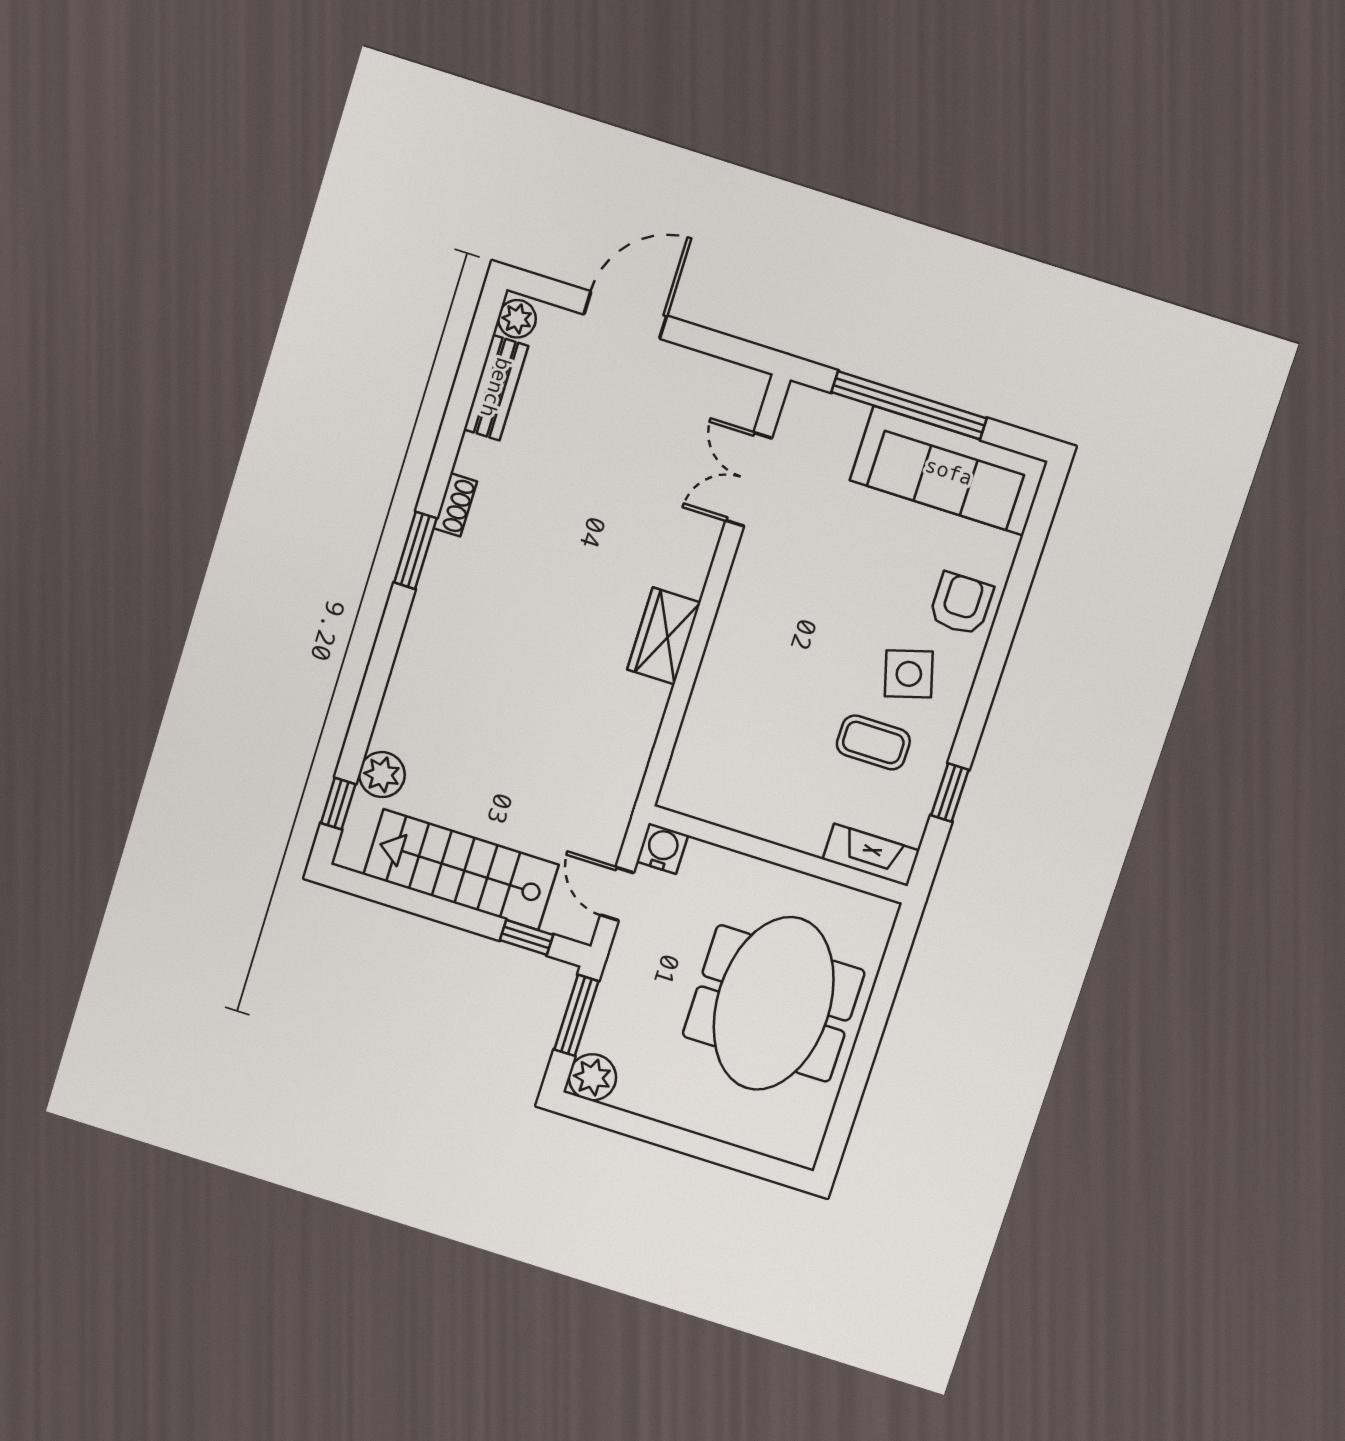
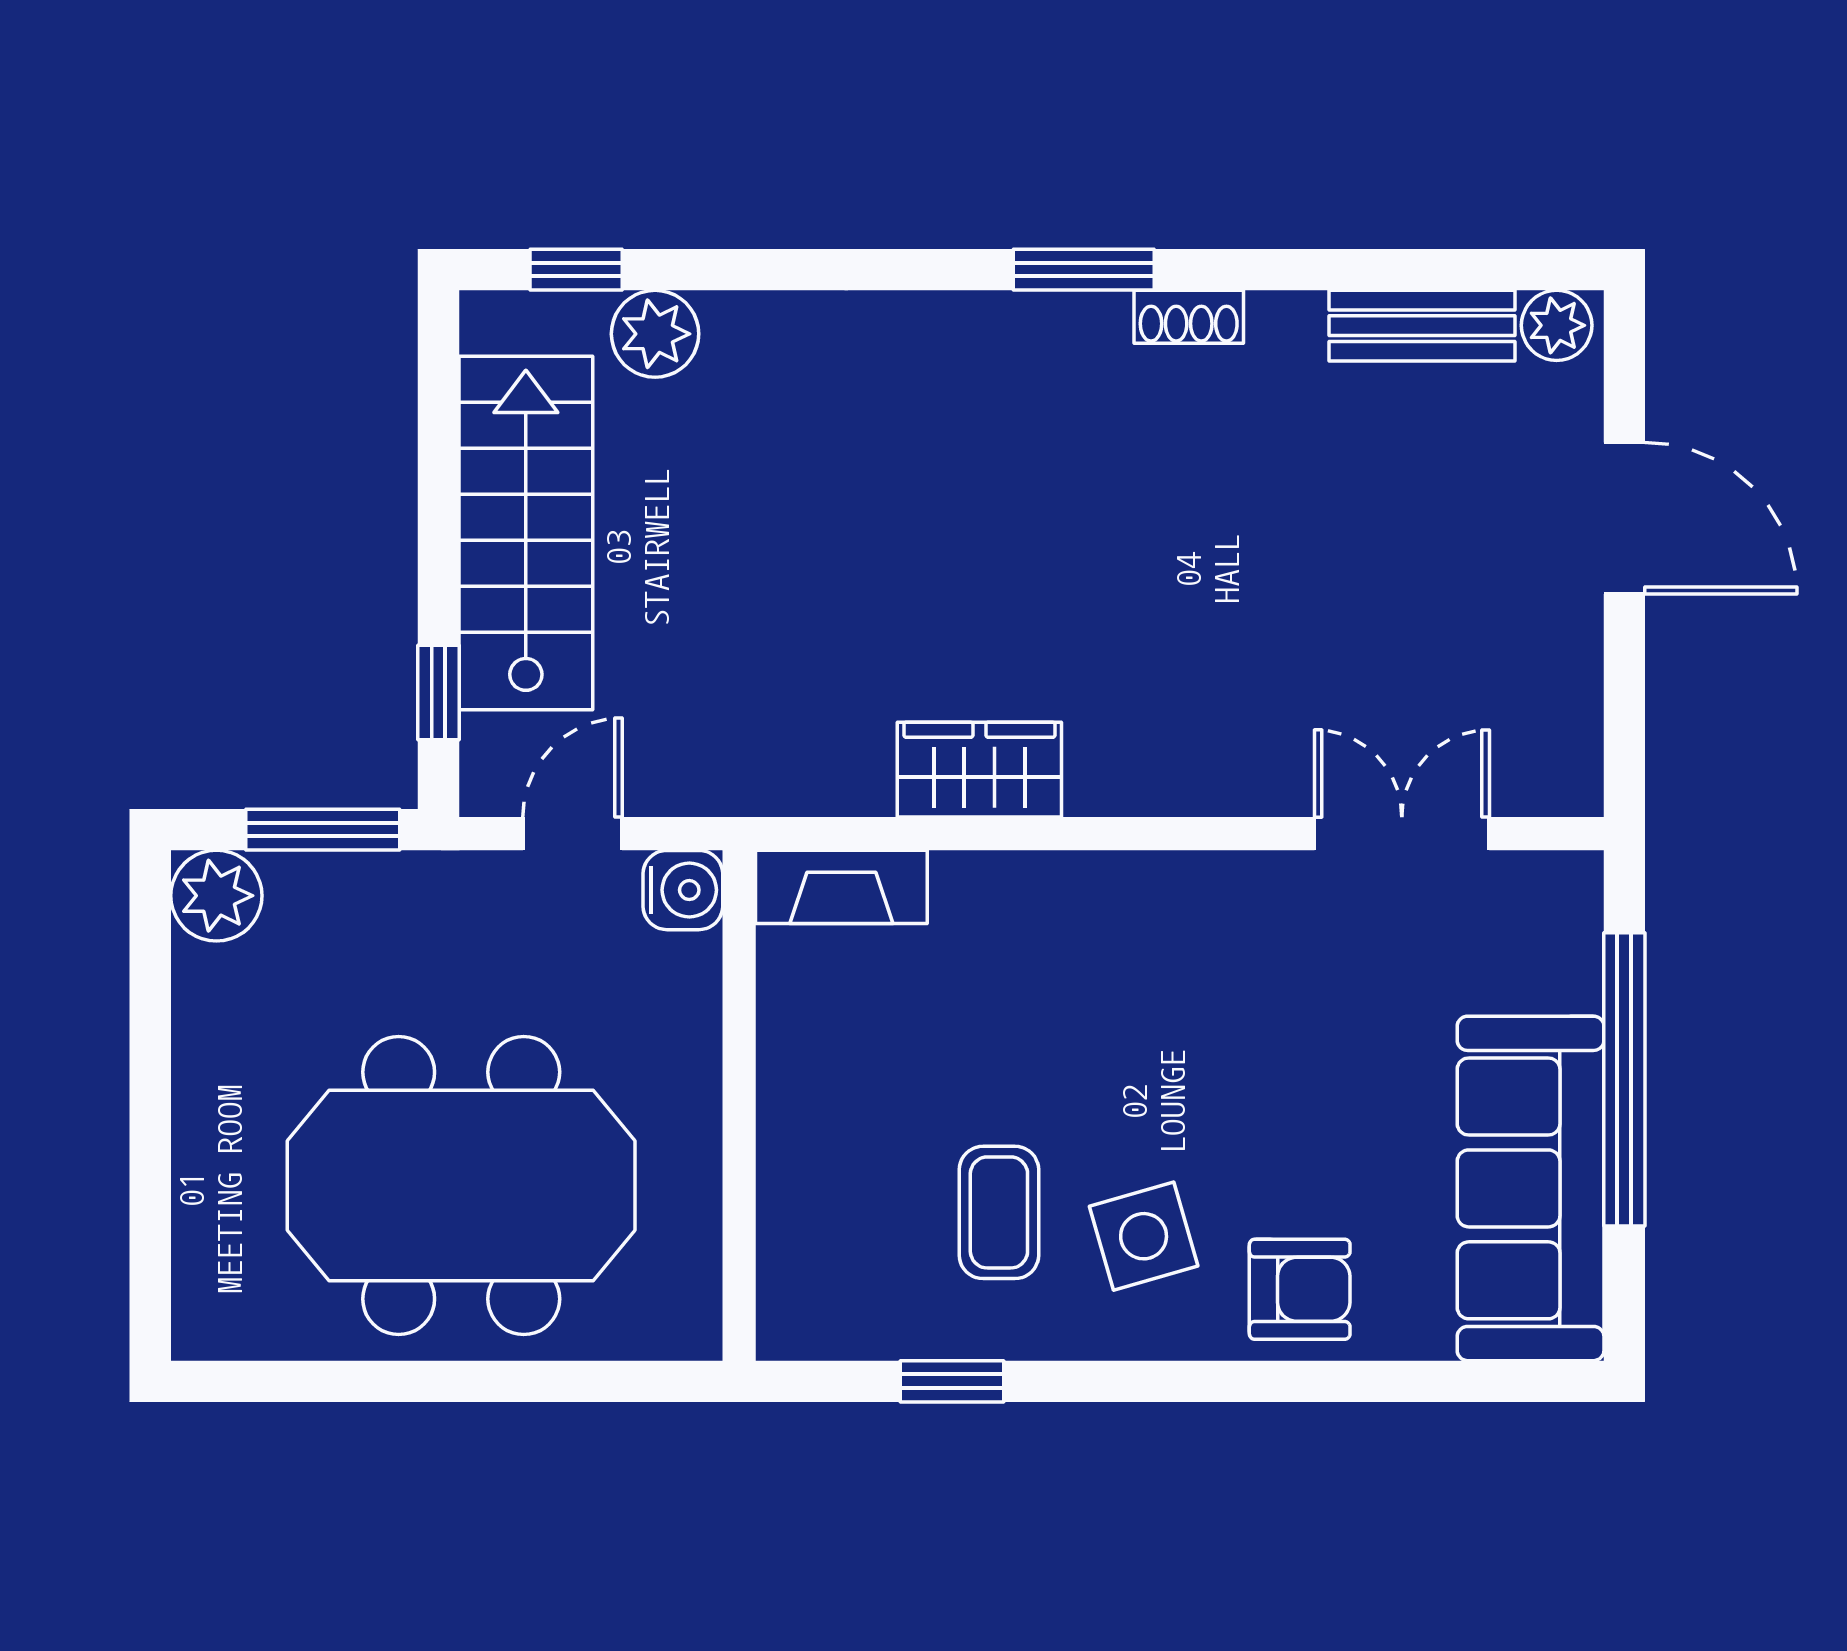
wardrobe: (664, 636) -> (979, 770), moved
fireplace: (871, 855) -> (841, 887), moved, turned 90

